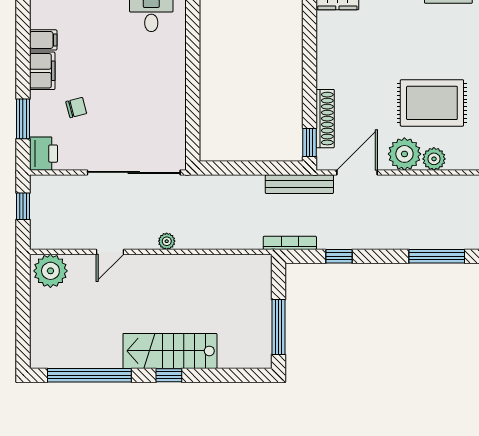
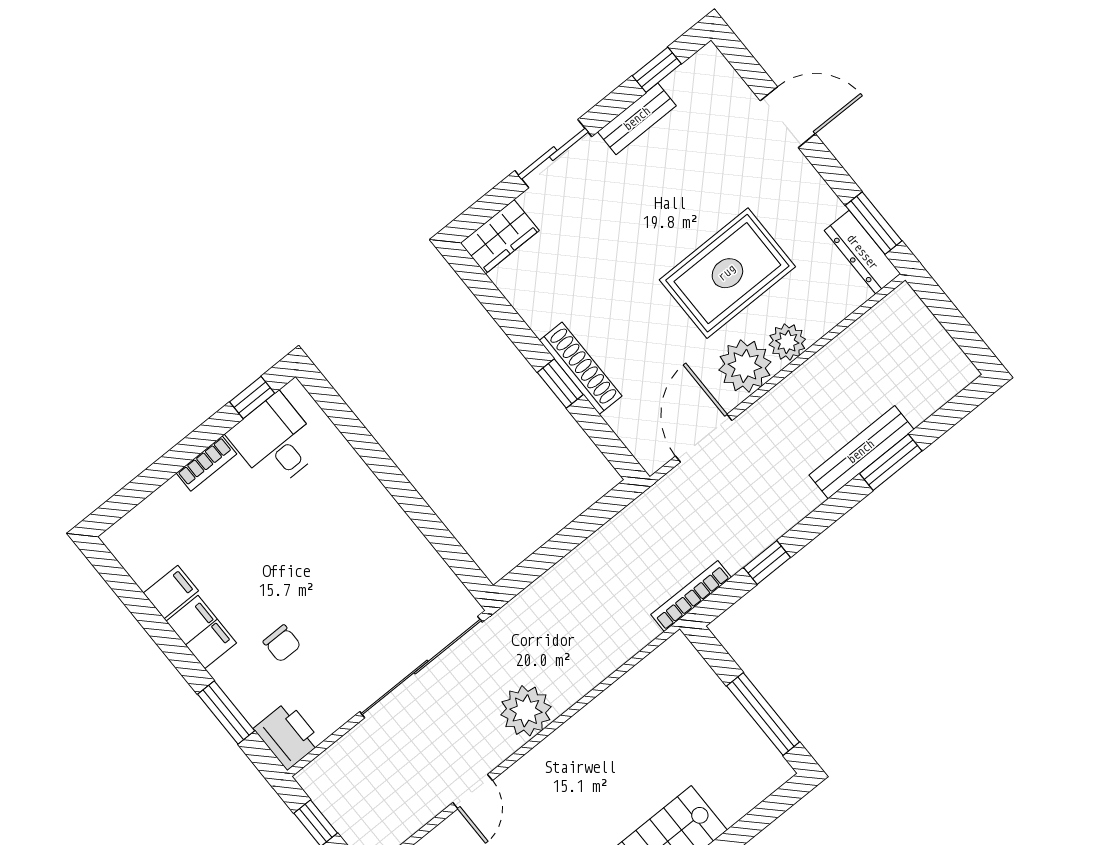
chair: (76, 108) -> (282, 644), turned 105
shoe rack: (325, 119) -> (581, 368), moved
window: (309, 143) -> (560, 384), moved
bench: (299, 184) -> (861, 452), moved
plant: (167, 241) -> (526, 711), width x1.88, depth x1.88
window: (437, 256) -> (891, 462), width x0.69

